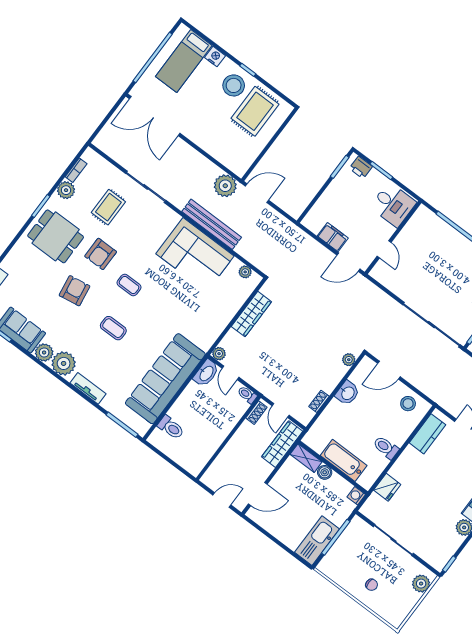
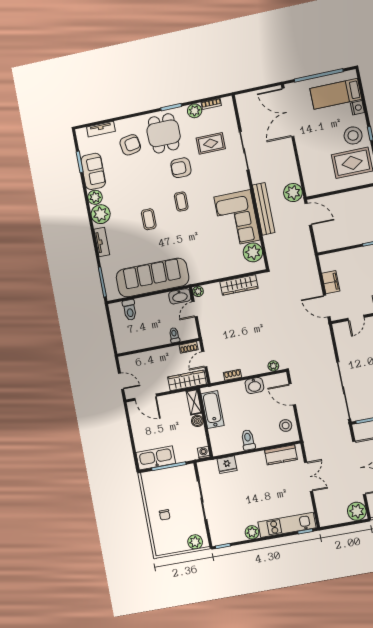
plant: (245, 272) -> (253, 252), width x1.88, depth x1.88
armchair: (74, 291) -> (130, 145), moved
toilet: (247, 395) -> (174, 335), moved
bathtub: (344, 460) -> (212, 410), moved

